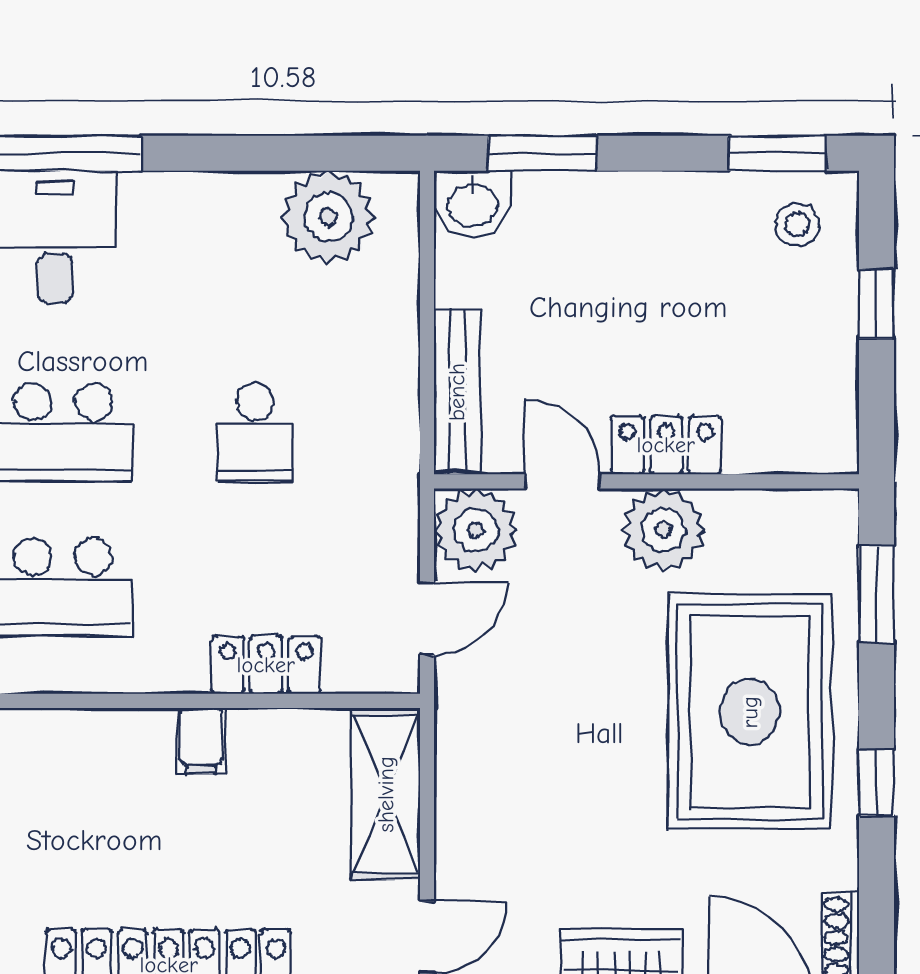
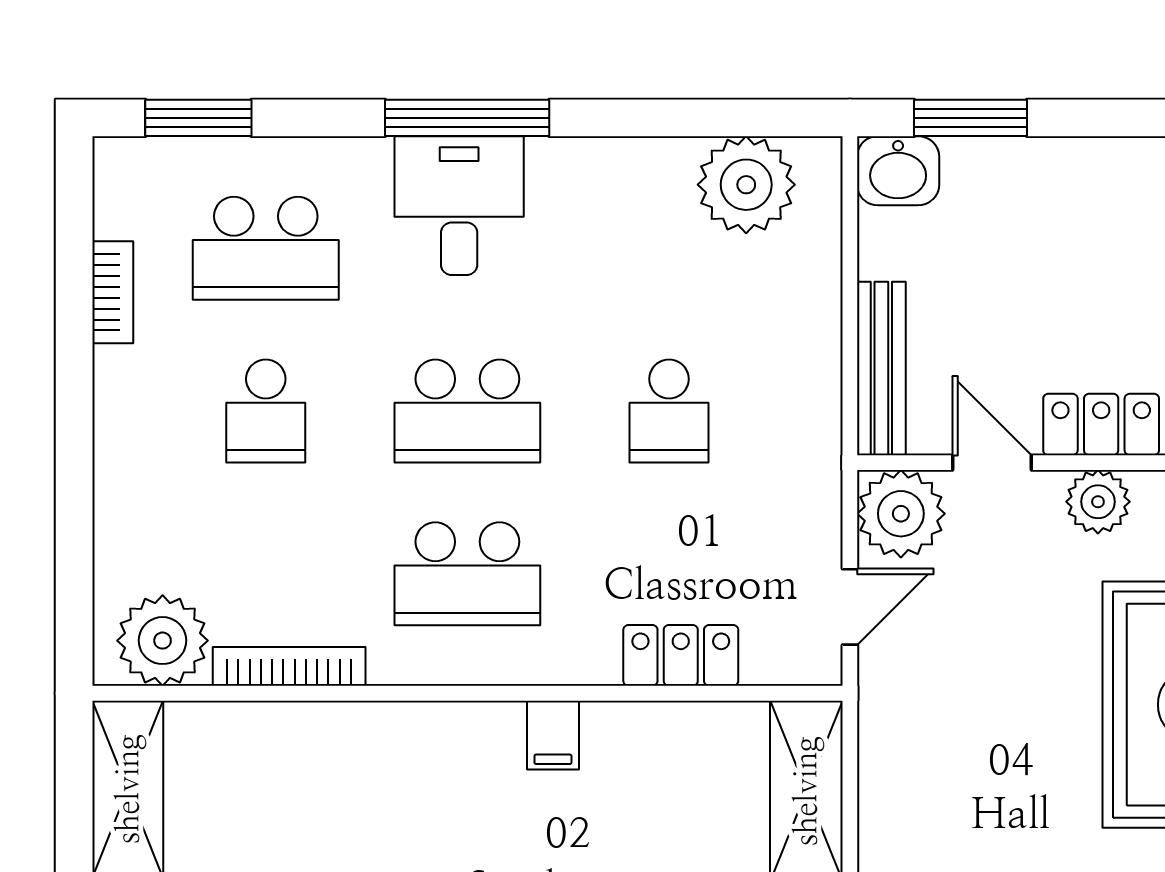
plant: (663, 530) -> (1098, 502), width x0.73, depth x0.73
filing cabinet: (201, 741) -> (553, 735), moved

